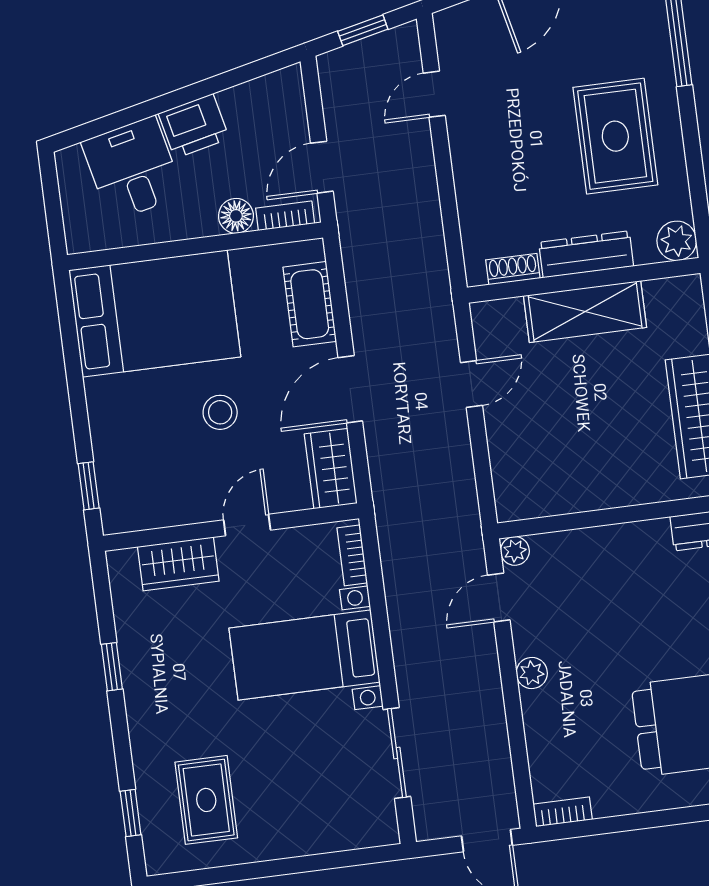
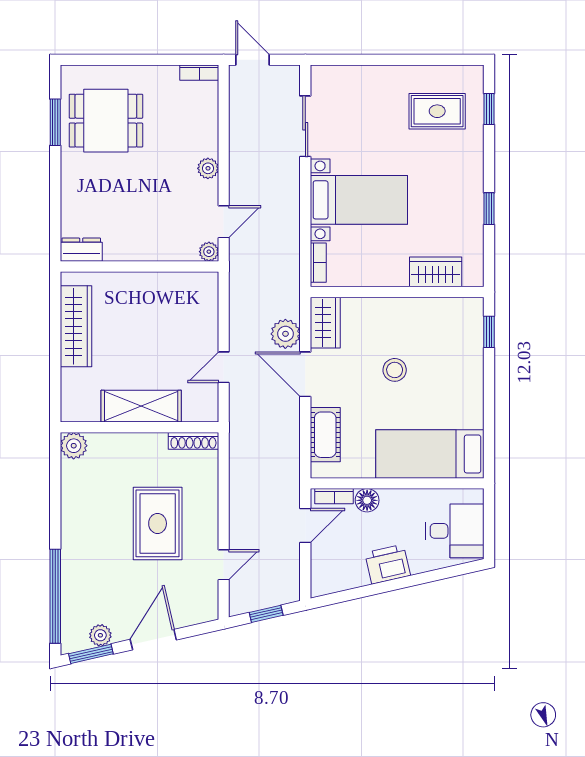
rug: (615, 136) -> (158, 523), moved
desk: (132, 169) -> (455, 531), moved, turned -77
dresser: (586, 254) -> (136, 444), removed
shoe rack: (513, 269) -> (193, 441), width x1.43
bed: (155, 313) -> (430, 454), width x0.67
door: (350, 389) -> (305, 374), swing flipped
plant: (387, 445) -> (285, 334), added
door: (247, 525) -> (386, 292), removed
rug: (206, 800) -> (437, 111), turned 90

